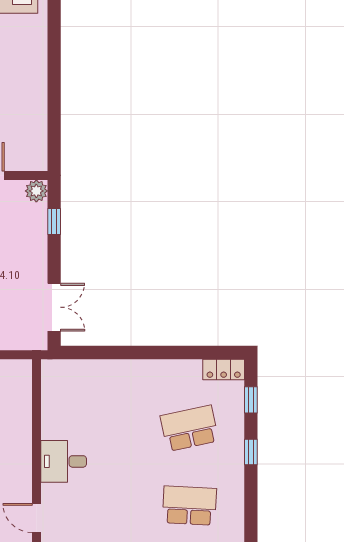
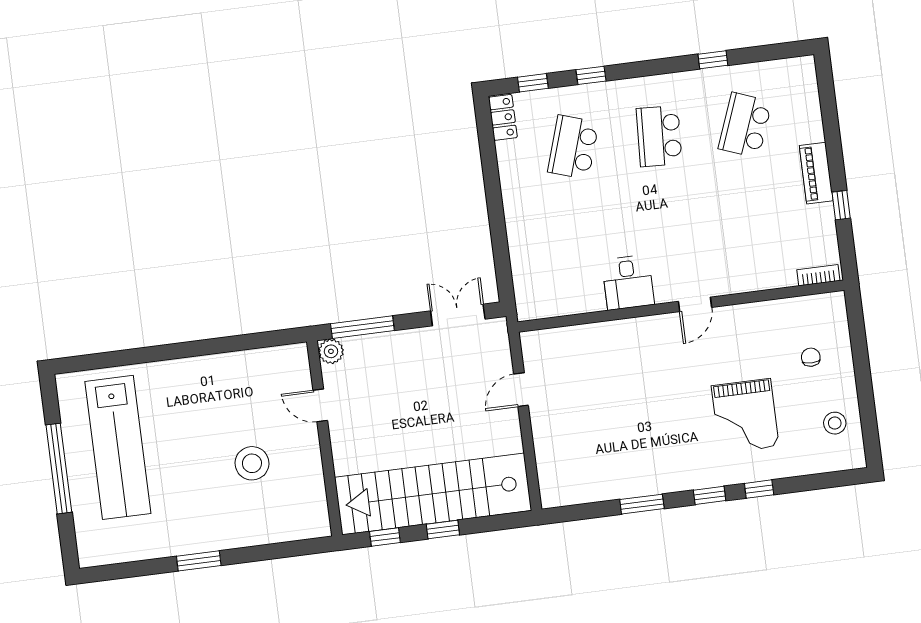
window: (54, 222) -> (362, 327), width x2.17
school desk: (189, 428) -> (573, 147), turned 30

